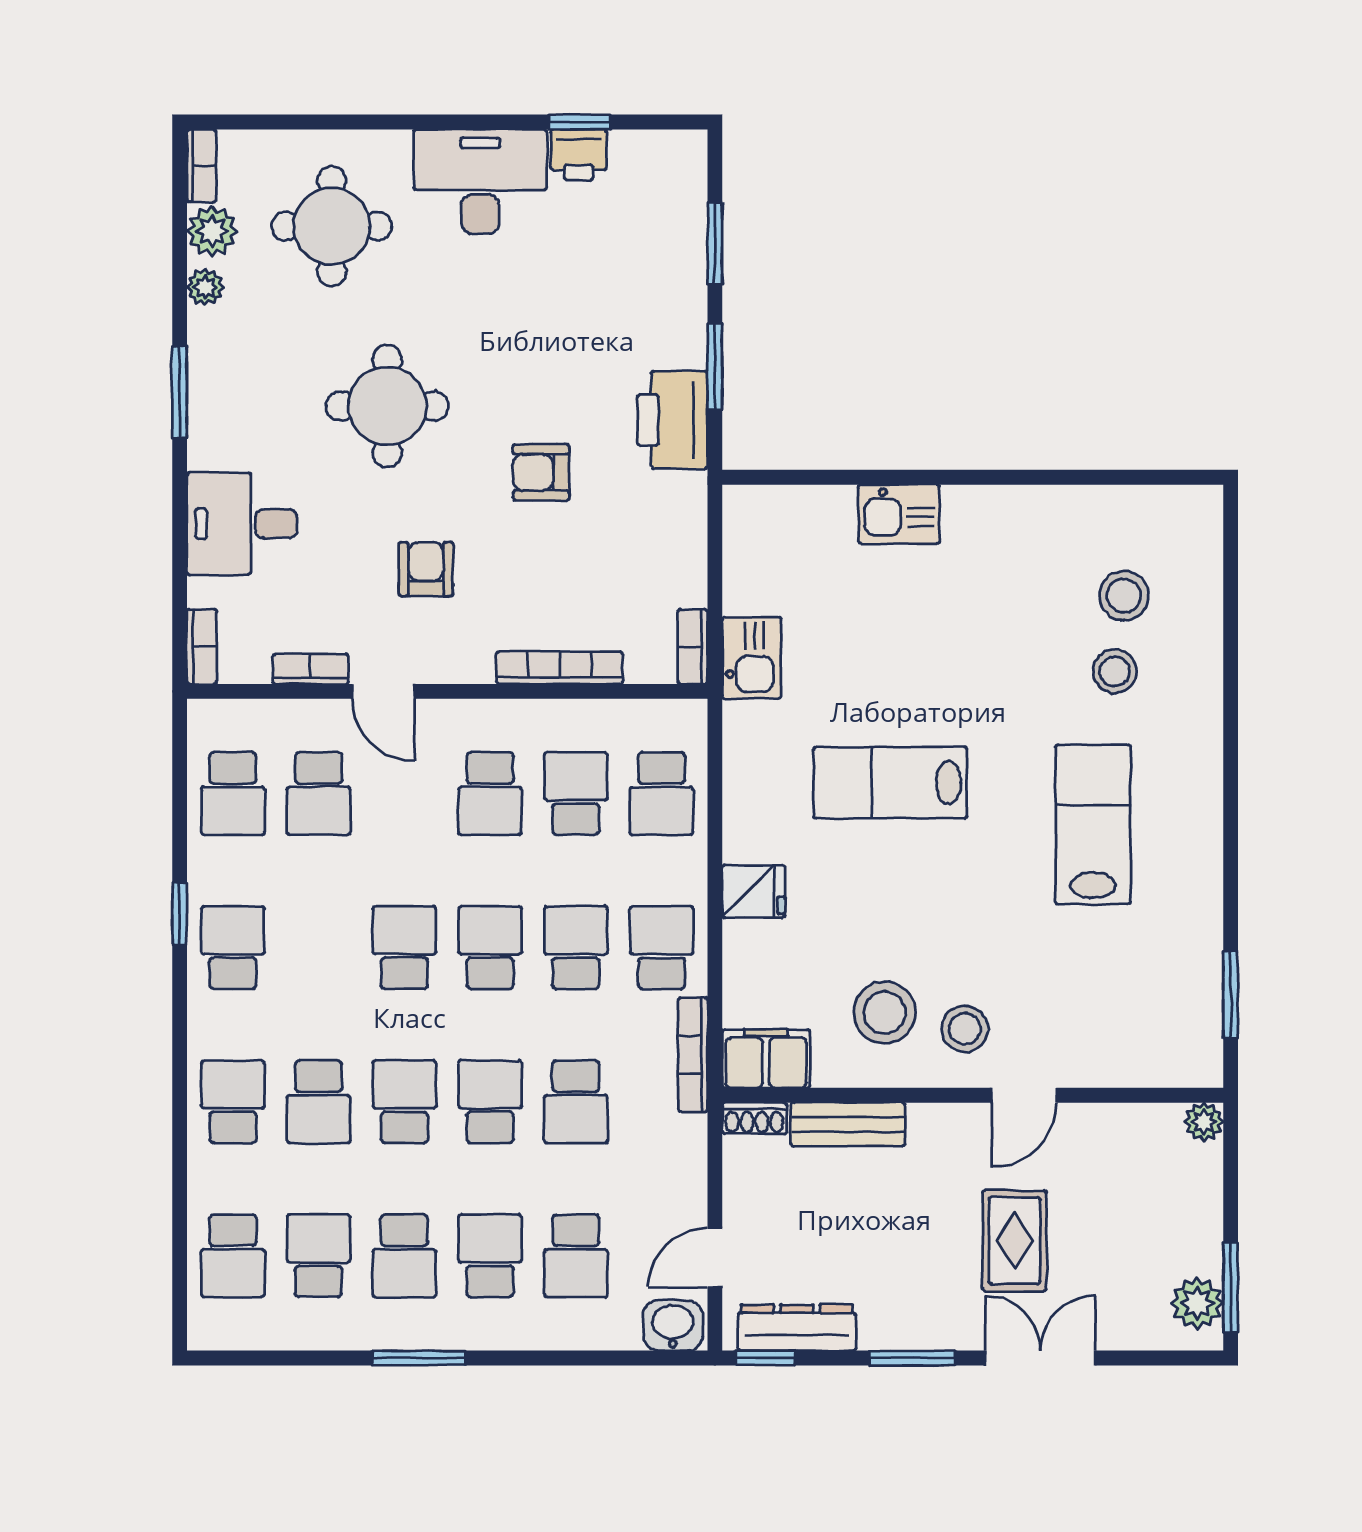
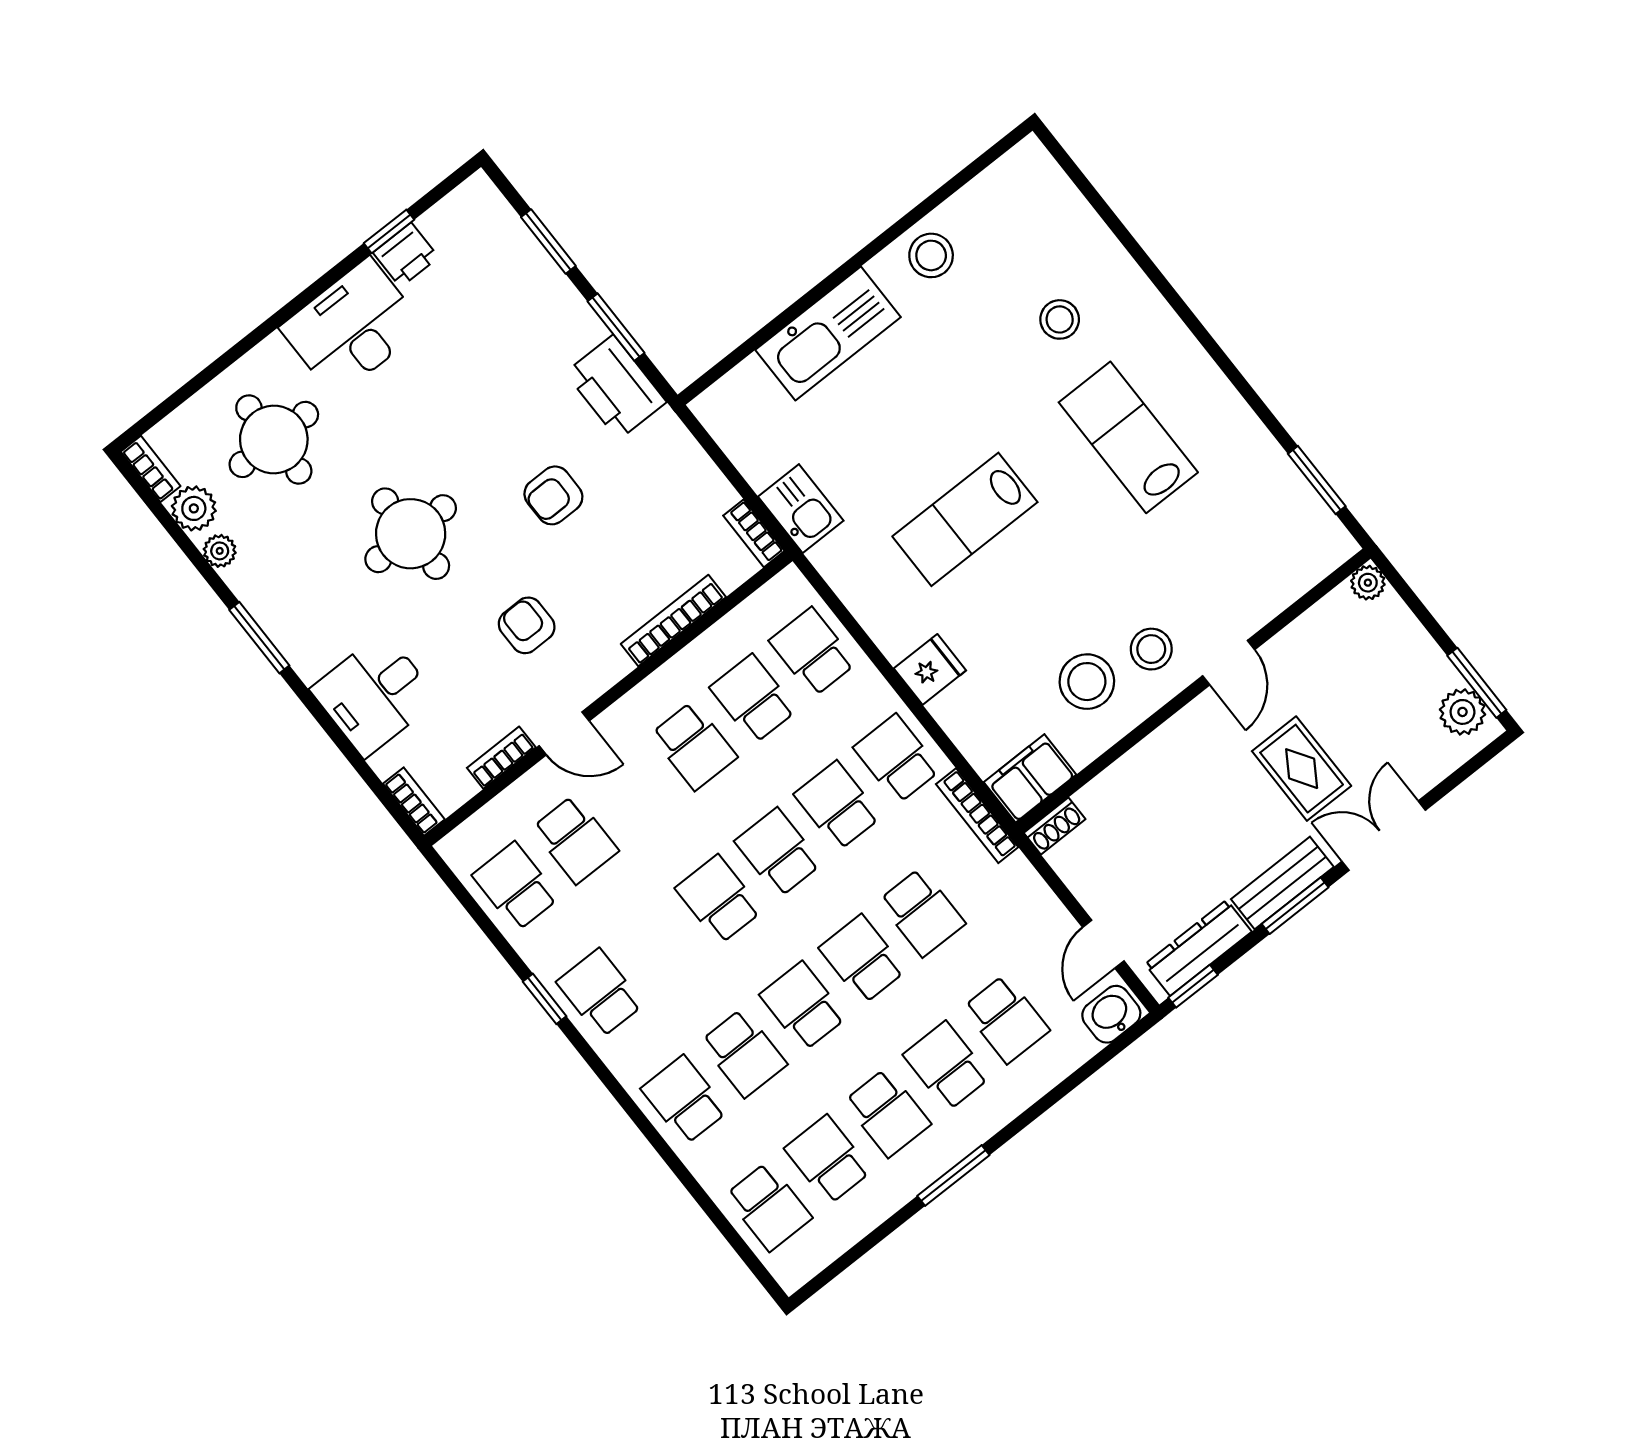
kitchen sink: (899, 514) -> (828, 333), width x1.88, depth x1.24
stool: (1124, 596) -> (931, 255), moved
school desk: (233, 794) -> (516, 886), turned 180
school desk: (662, 794) -> (813, 652), turned 180
bench: (848, 1124) -> (1282, 883), moved

